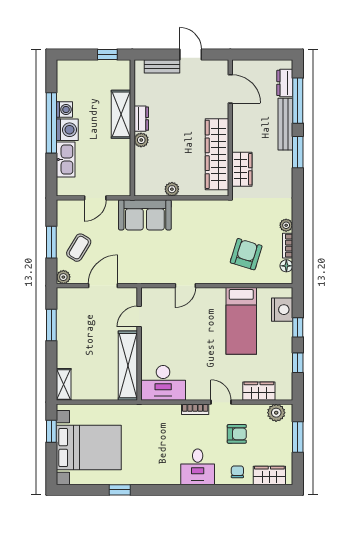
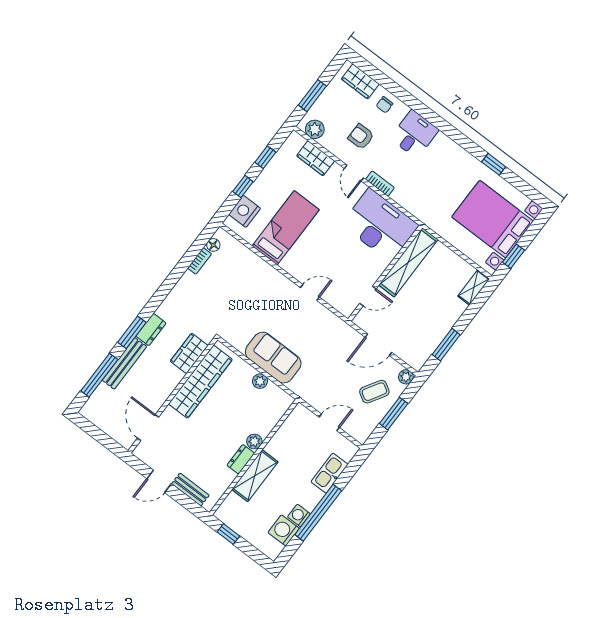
door: (191, 55) -> (159, 481), hinge flipped
dresser: (285, 83) -> (151, 330), moved
washing machine: (67, 130) -> (284, 530), moved
sofa: (145, 215) -> (273, 358), moved
plant: (286, 225) -> (188, 279), removed
armchair: (246, 254) -> (239, 280), removed
desk: (163, 383) -> (380, 225), width x1.36, depth x1.30

